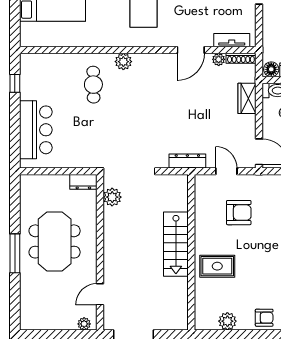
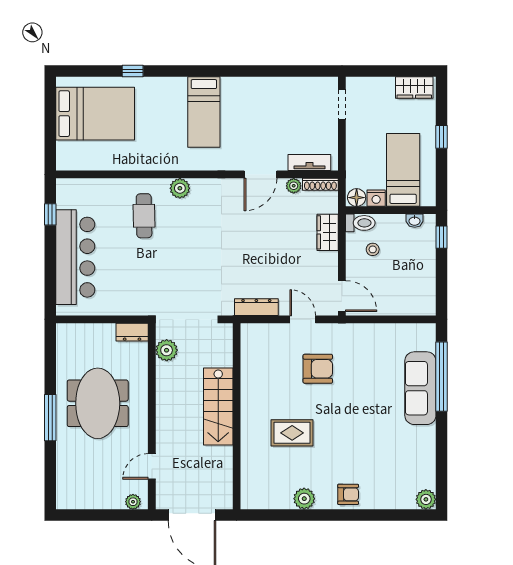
bar counter: (36, 130) -> (75, 257), width x1.36
stairs: (176, 244) -> (218, 406), moved
wall: (191, 252) -> (237, 416), moved

